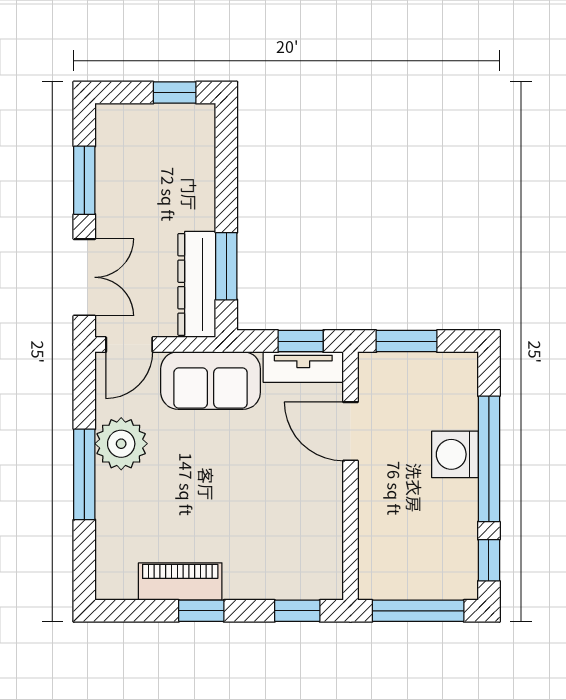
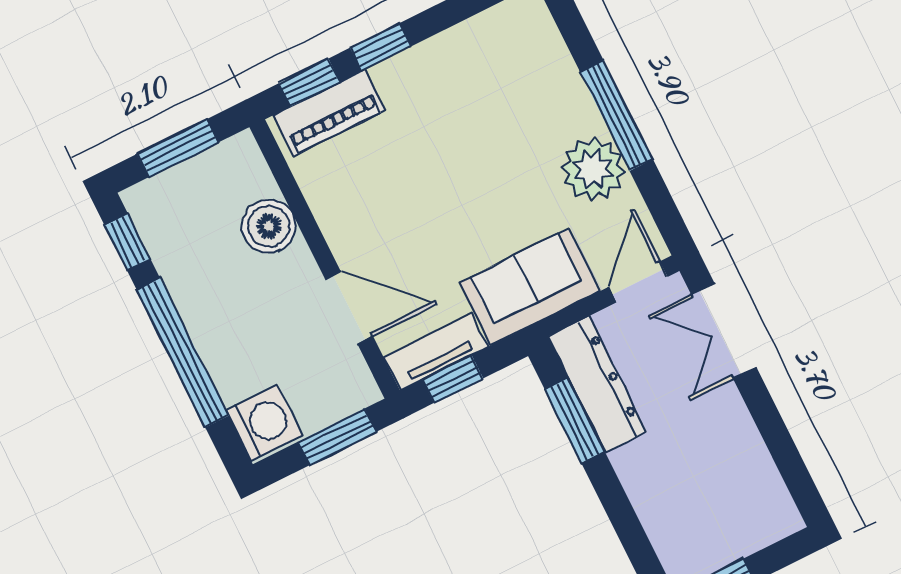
window: (84, 180) -> (777, 437), removed
washing machine: (455, 454) -> (264, 423), moved
boiler: (380, 520) -> (269, 226), added
piano: (180, 581) -> (329, 113), moved
window: (201, 611) -> (381, 47), moved
window: (418, 611) -> (178, 148), width x0.69

